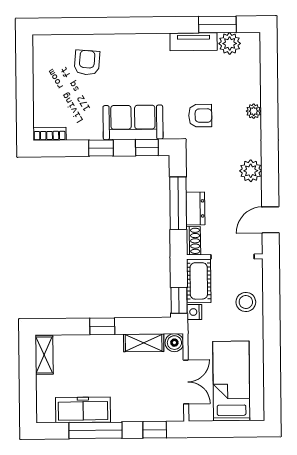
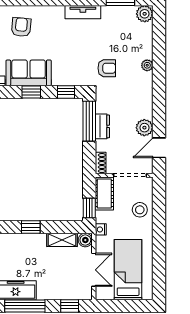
tv unit: (194, 42) -> (83, 12), moved
plant: (230, 43) -> (145, 14), moved
sofa: (133, 122) -> (29, 73), moved
plant: (251, 171) -> (144, 128), moved
window: (178, 203) -> (89, 121), moved
dresser: (195, 208) -> (102, 126), moved
nightstand: (194, 312) -> (101, 229), moved

